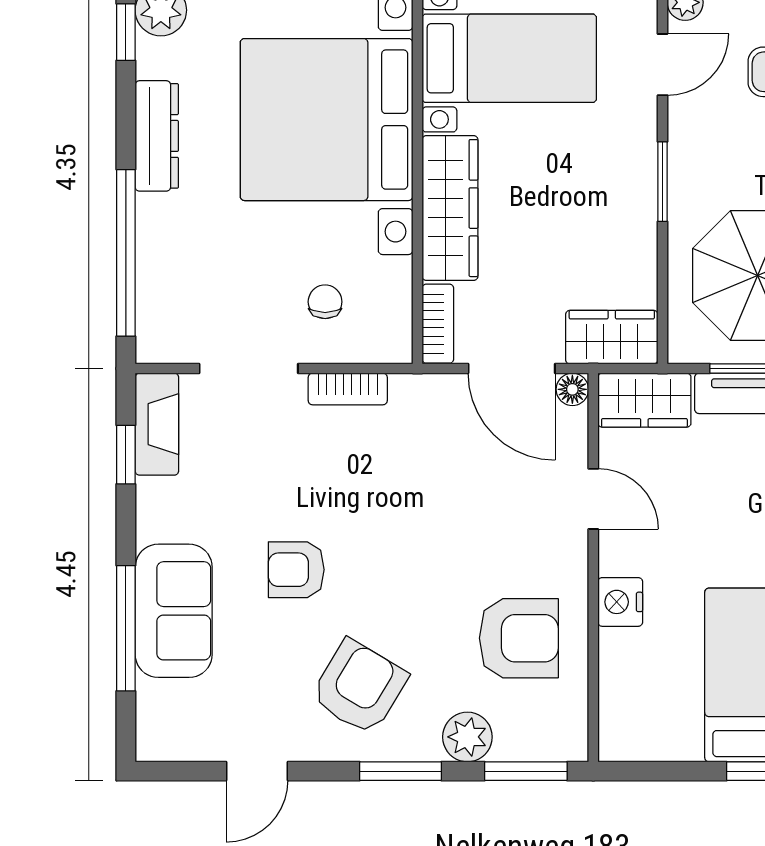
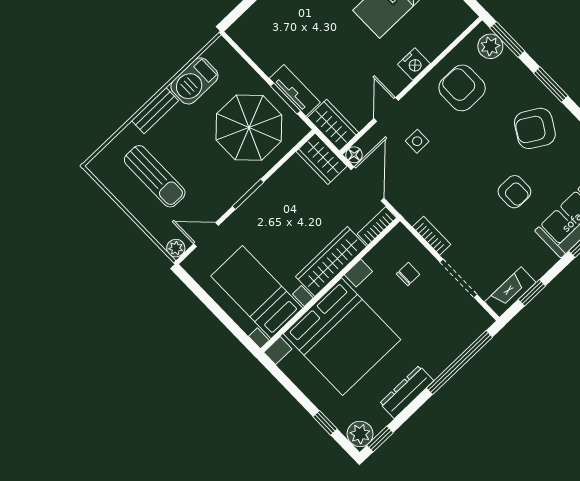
chair: (325, 302) -> (408, 274), turned 180
side table: (504, 499) -> (417, 141), added
plant: (467, 737) -> (490, 46), moved

